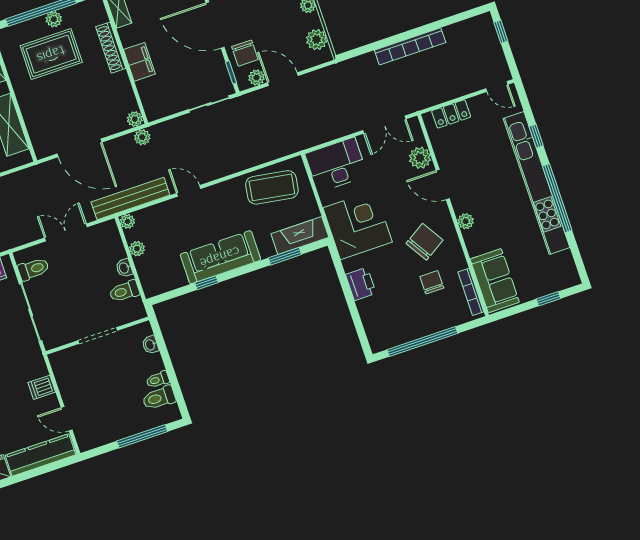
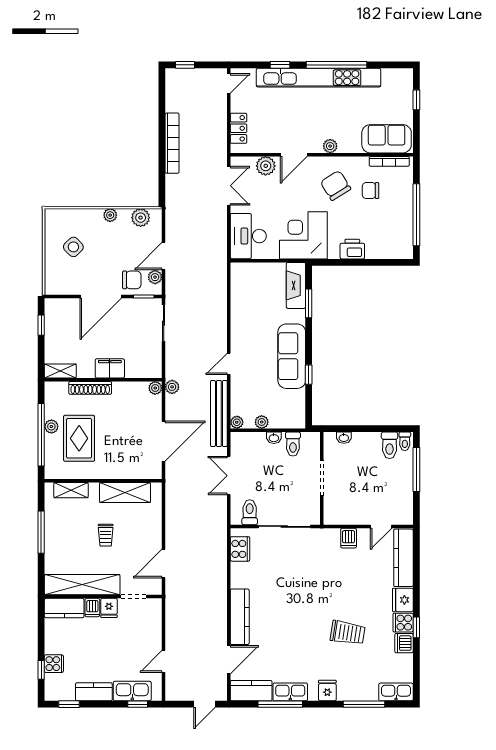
coffee table: (272, 187) -> (249, 295), removed
toilet: (158, 380) -> (405, 441), moved

